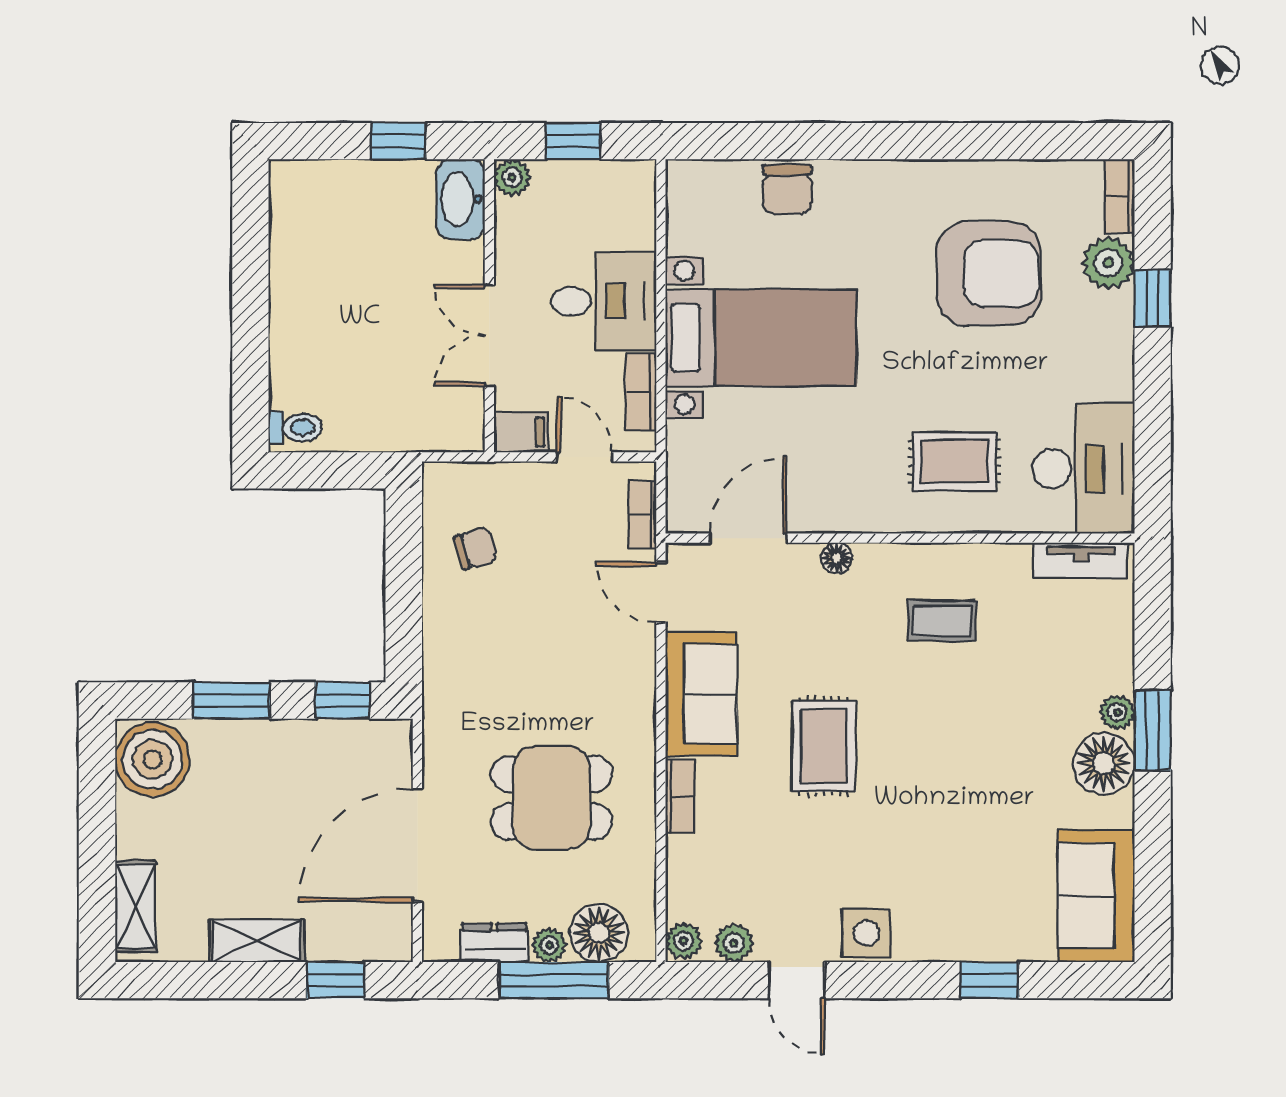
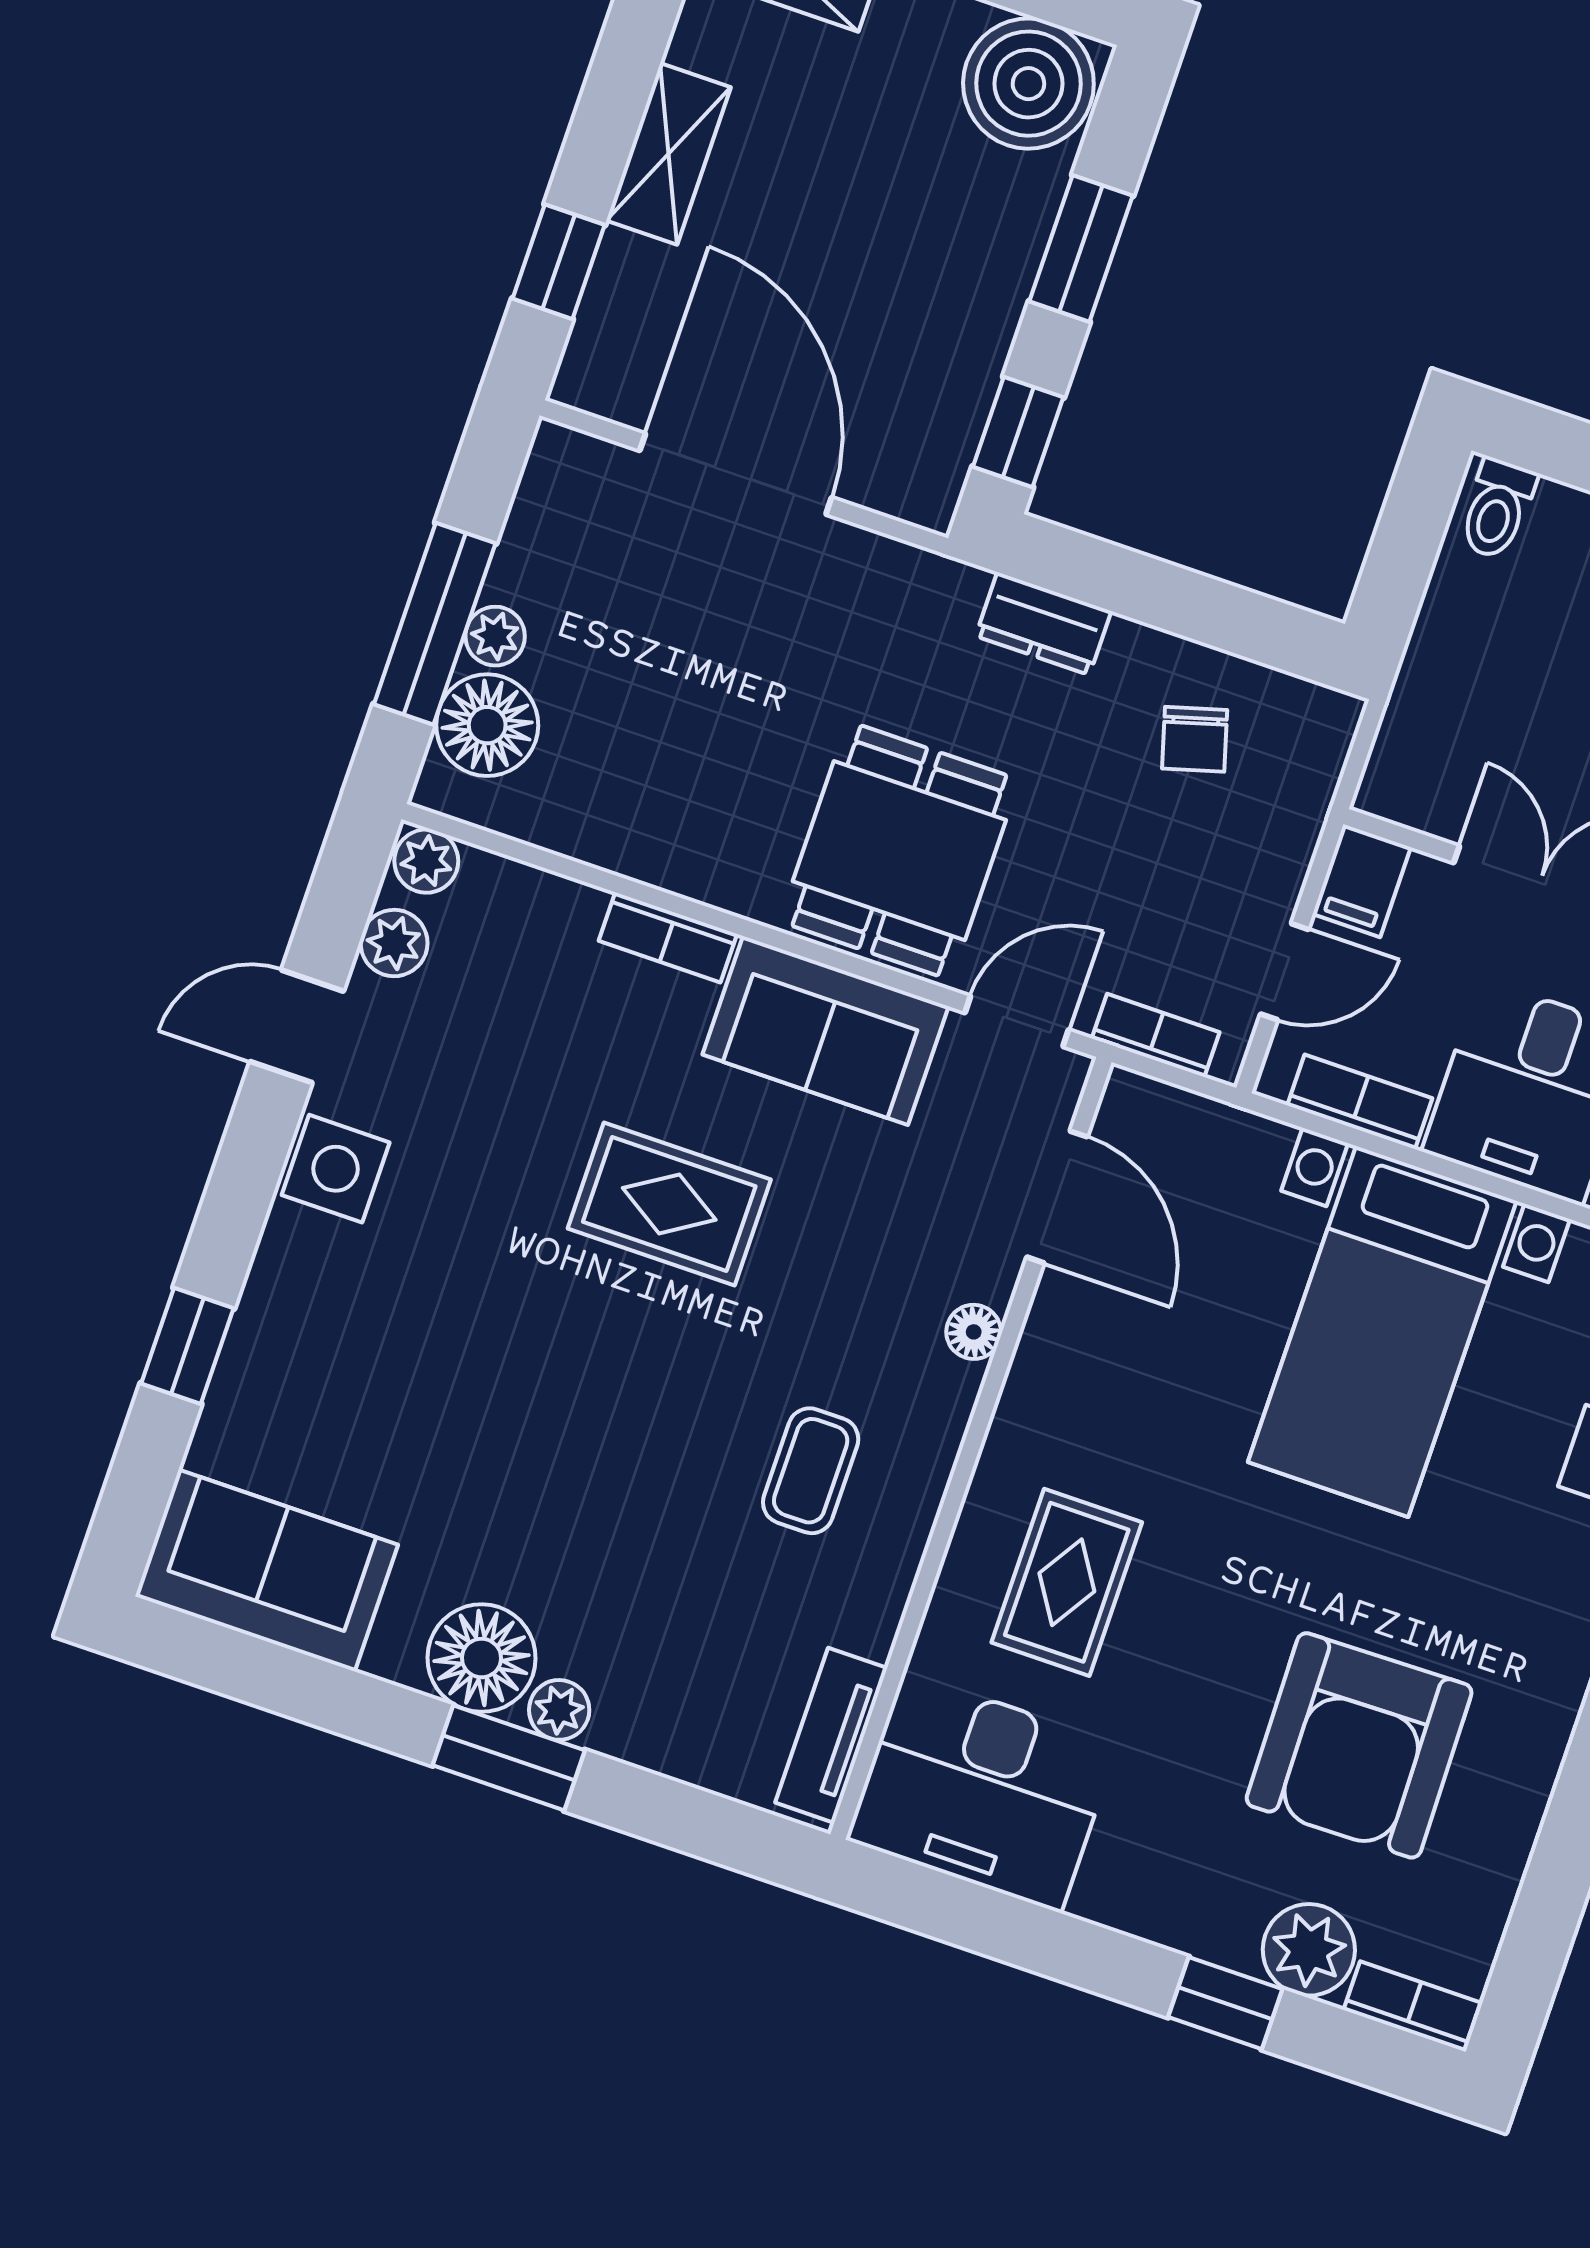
dining table: (552, 798) -> (899, 851), moved
dresser: (494, 943) -> (1043, 624), moved, turned 90

